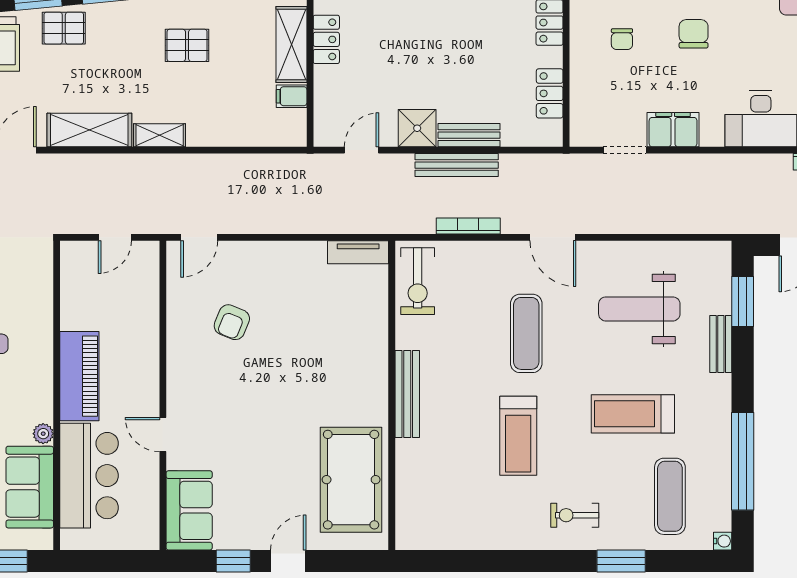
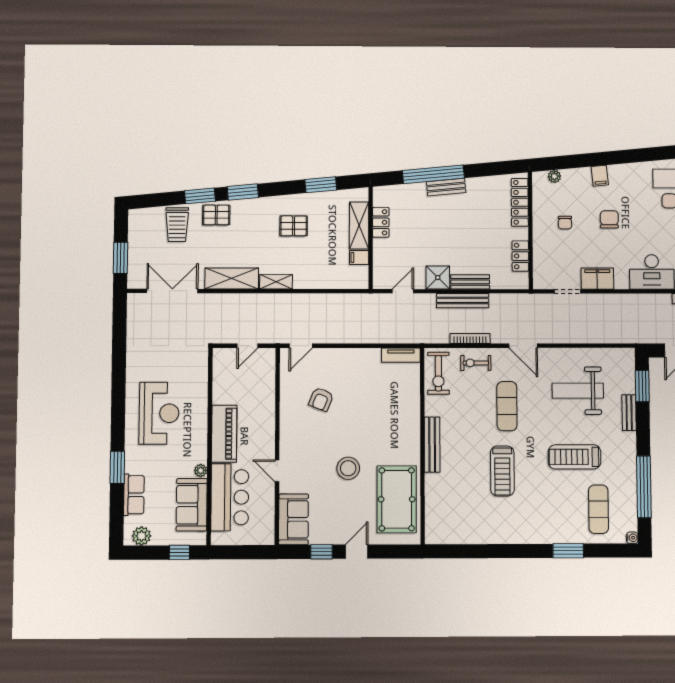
stool: (275, 431) -> (348, 468), added
exercise bike: (575, 515) -> (476, 363), moved

